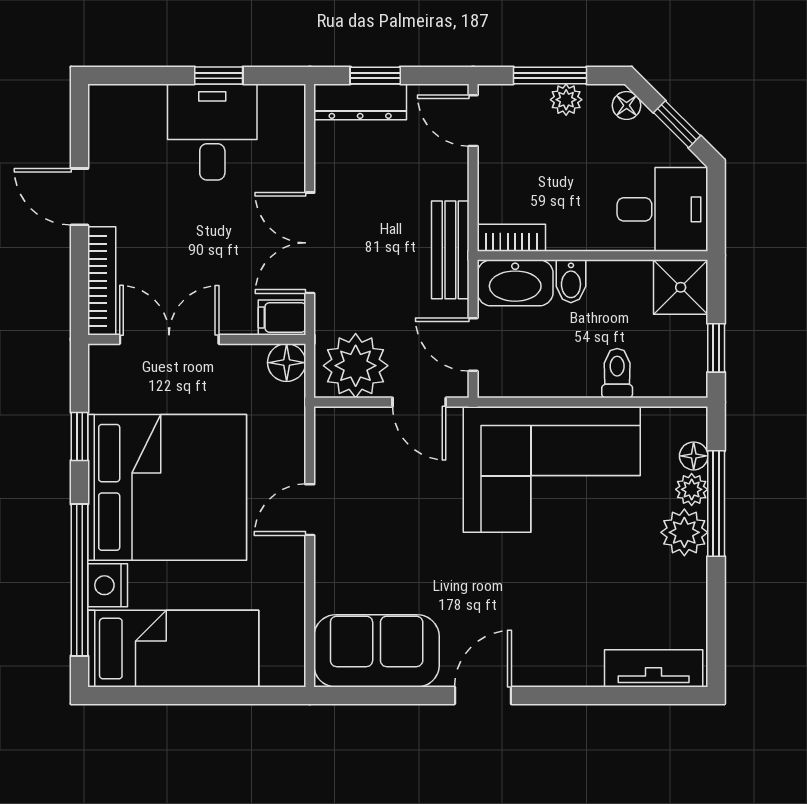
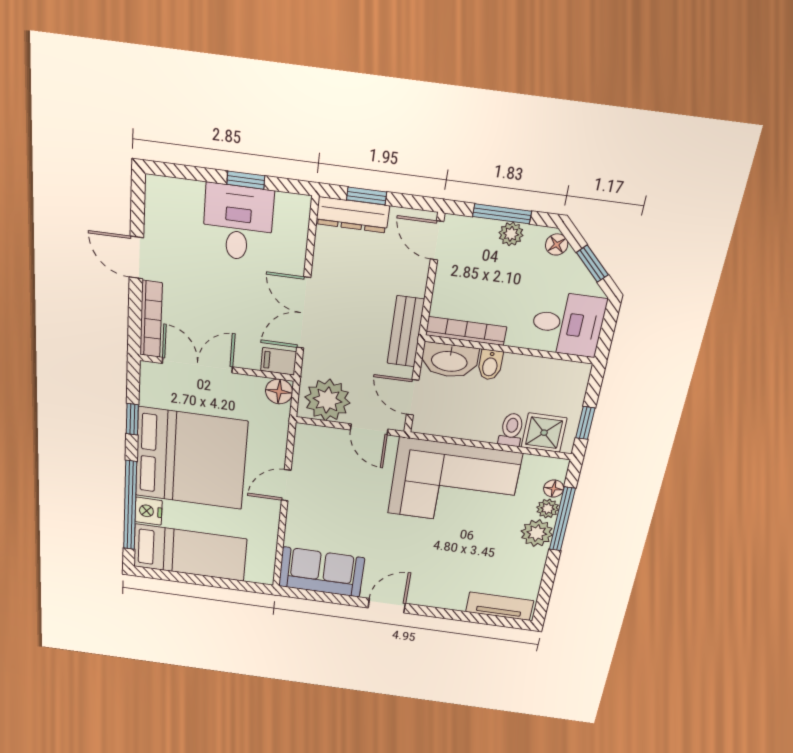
bookcase: (511, 238) -> (466, 331), width x1.56
shower: (681, 287) -> (544, 433), moved

